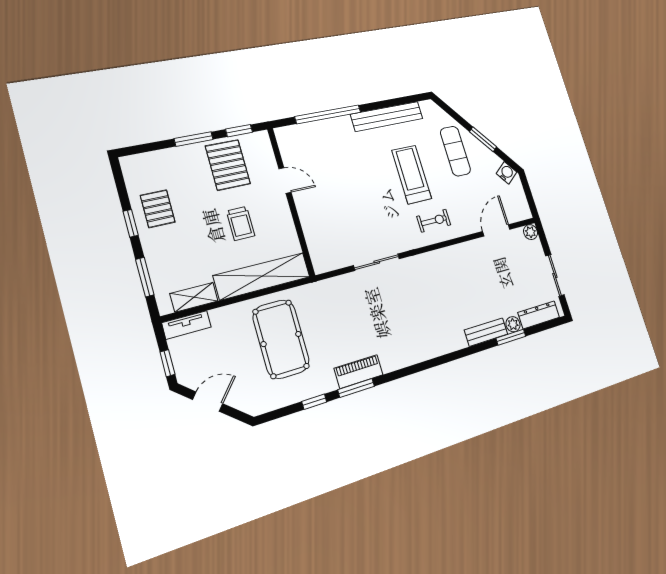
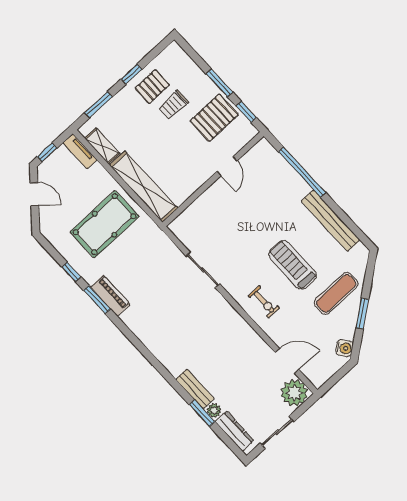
treadmill: (412, 175) -> (293, 265), turned -90
trolley: (241, 223) -> (174, 105), moved
plant: (531, 232) -> (294, 393), width x1.87, depth x1.87

